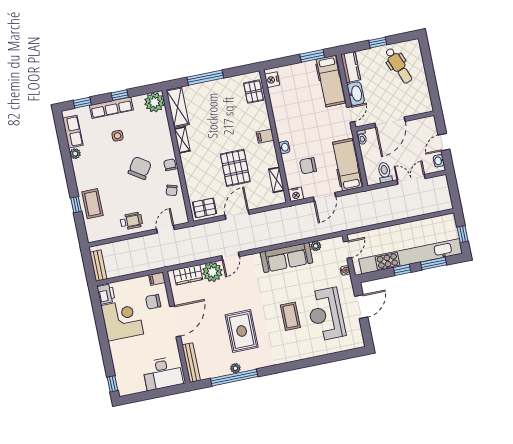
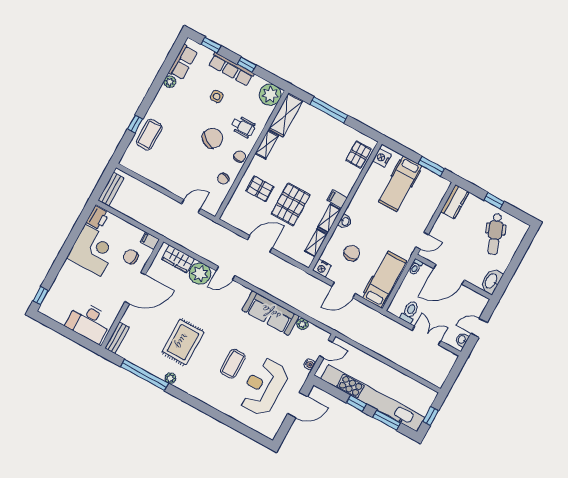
hospital bed: (331, 81) -> (400, 184), moved
washbasin: (356, 94) -> (491, 281), moved, turned 180
shelving: (271, 155) -> (329, 218), added
chair: (308, 166) -> (352, 253), turned 90
pallet: (204, 208) -> (260, 189), moved
wheelchair: (131, 221) -> (243, 127), moved
bench: (191, 363) -> (117, 338), width x0.73
plant: (235, 368) -> (170, 378), moved

